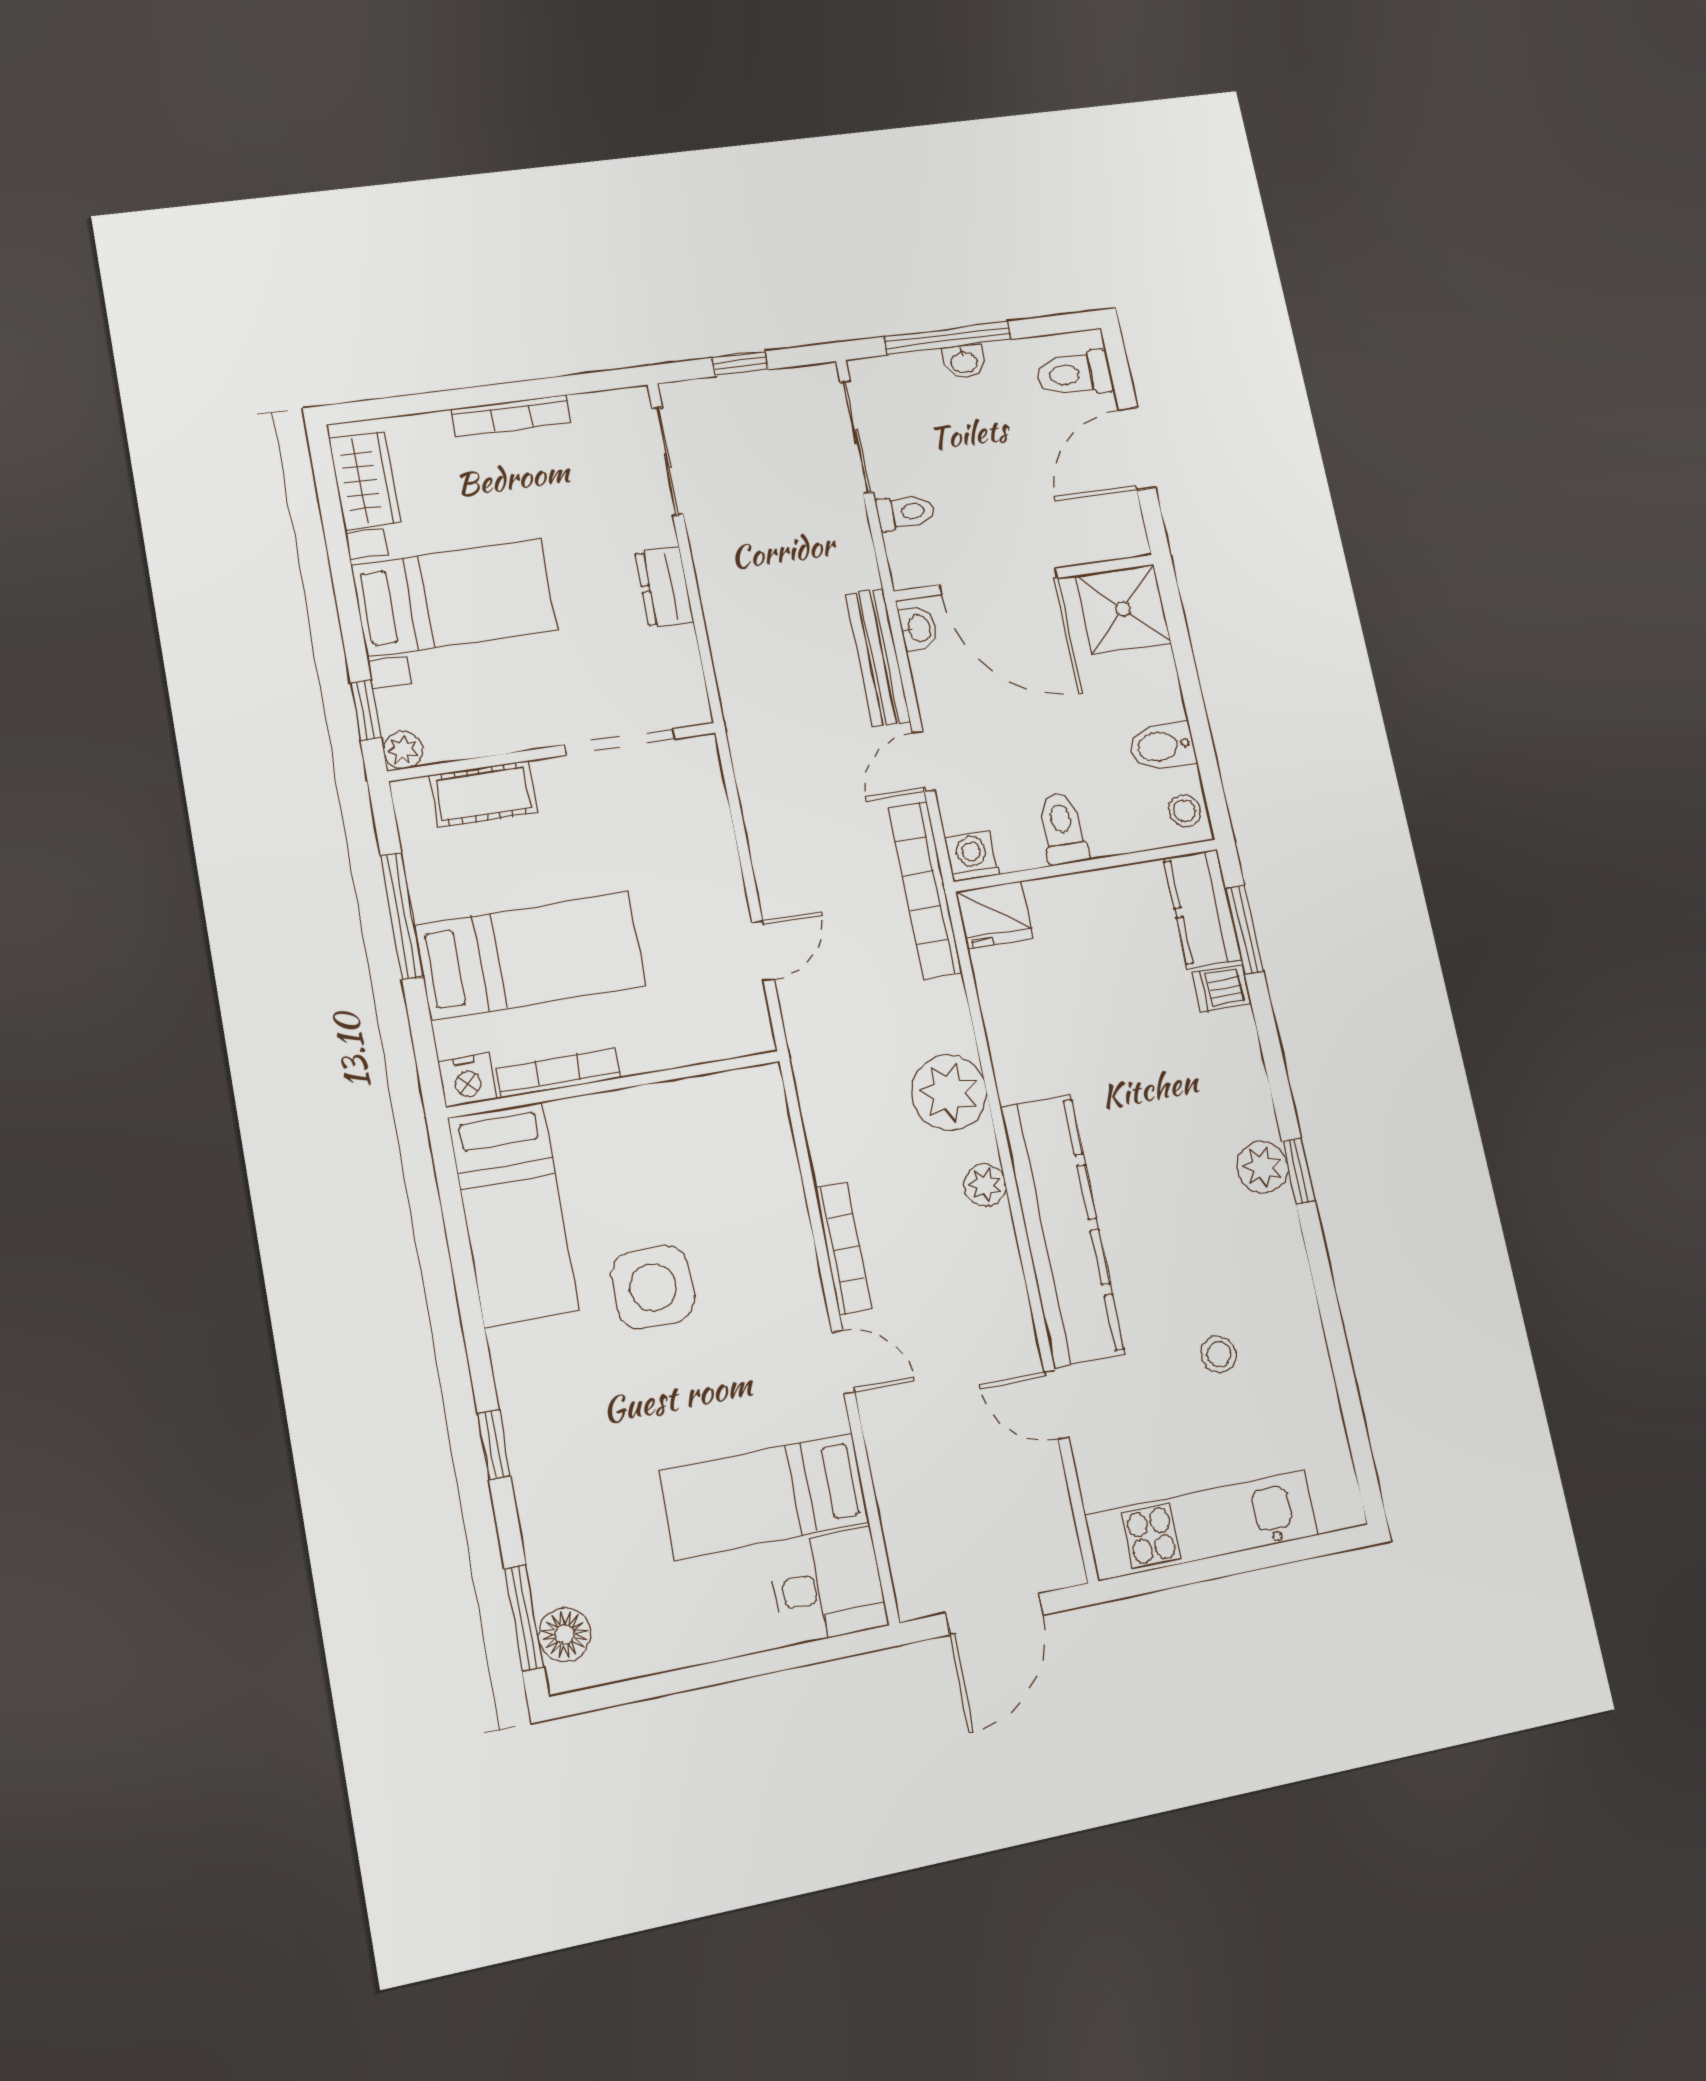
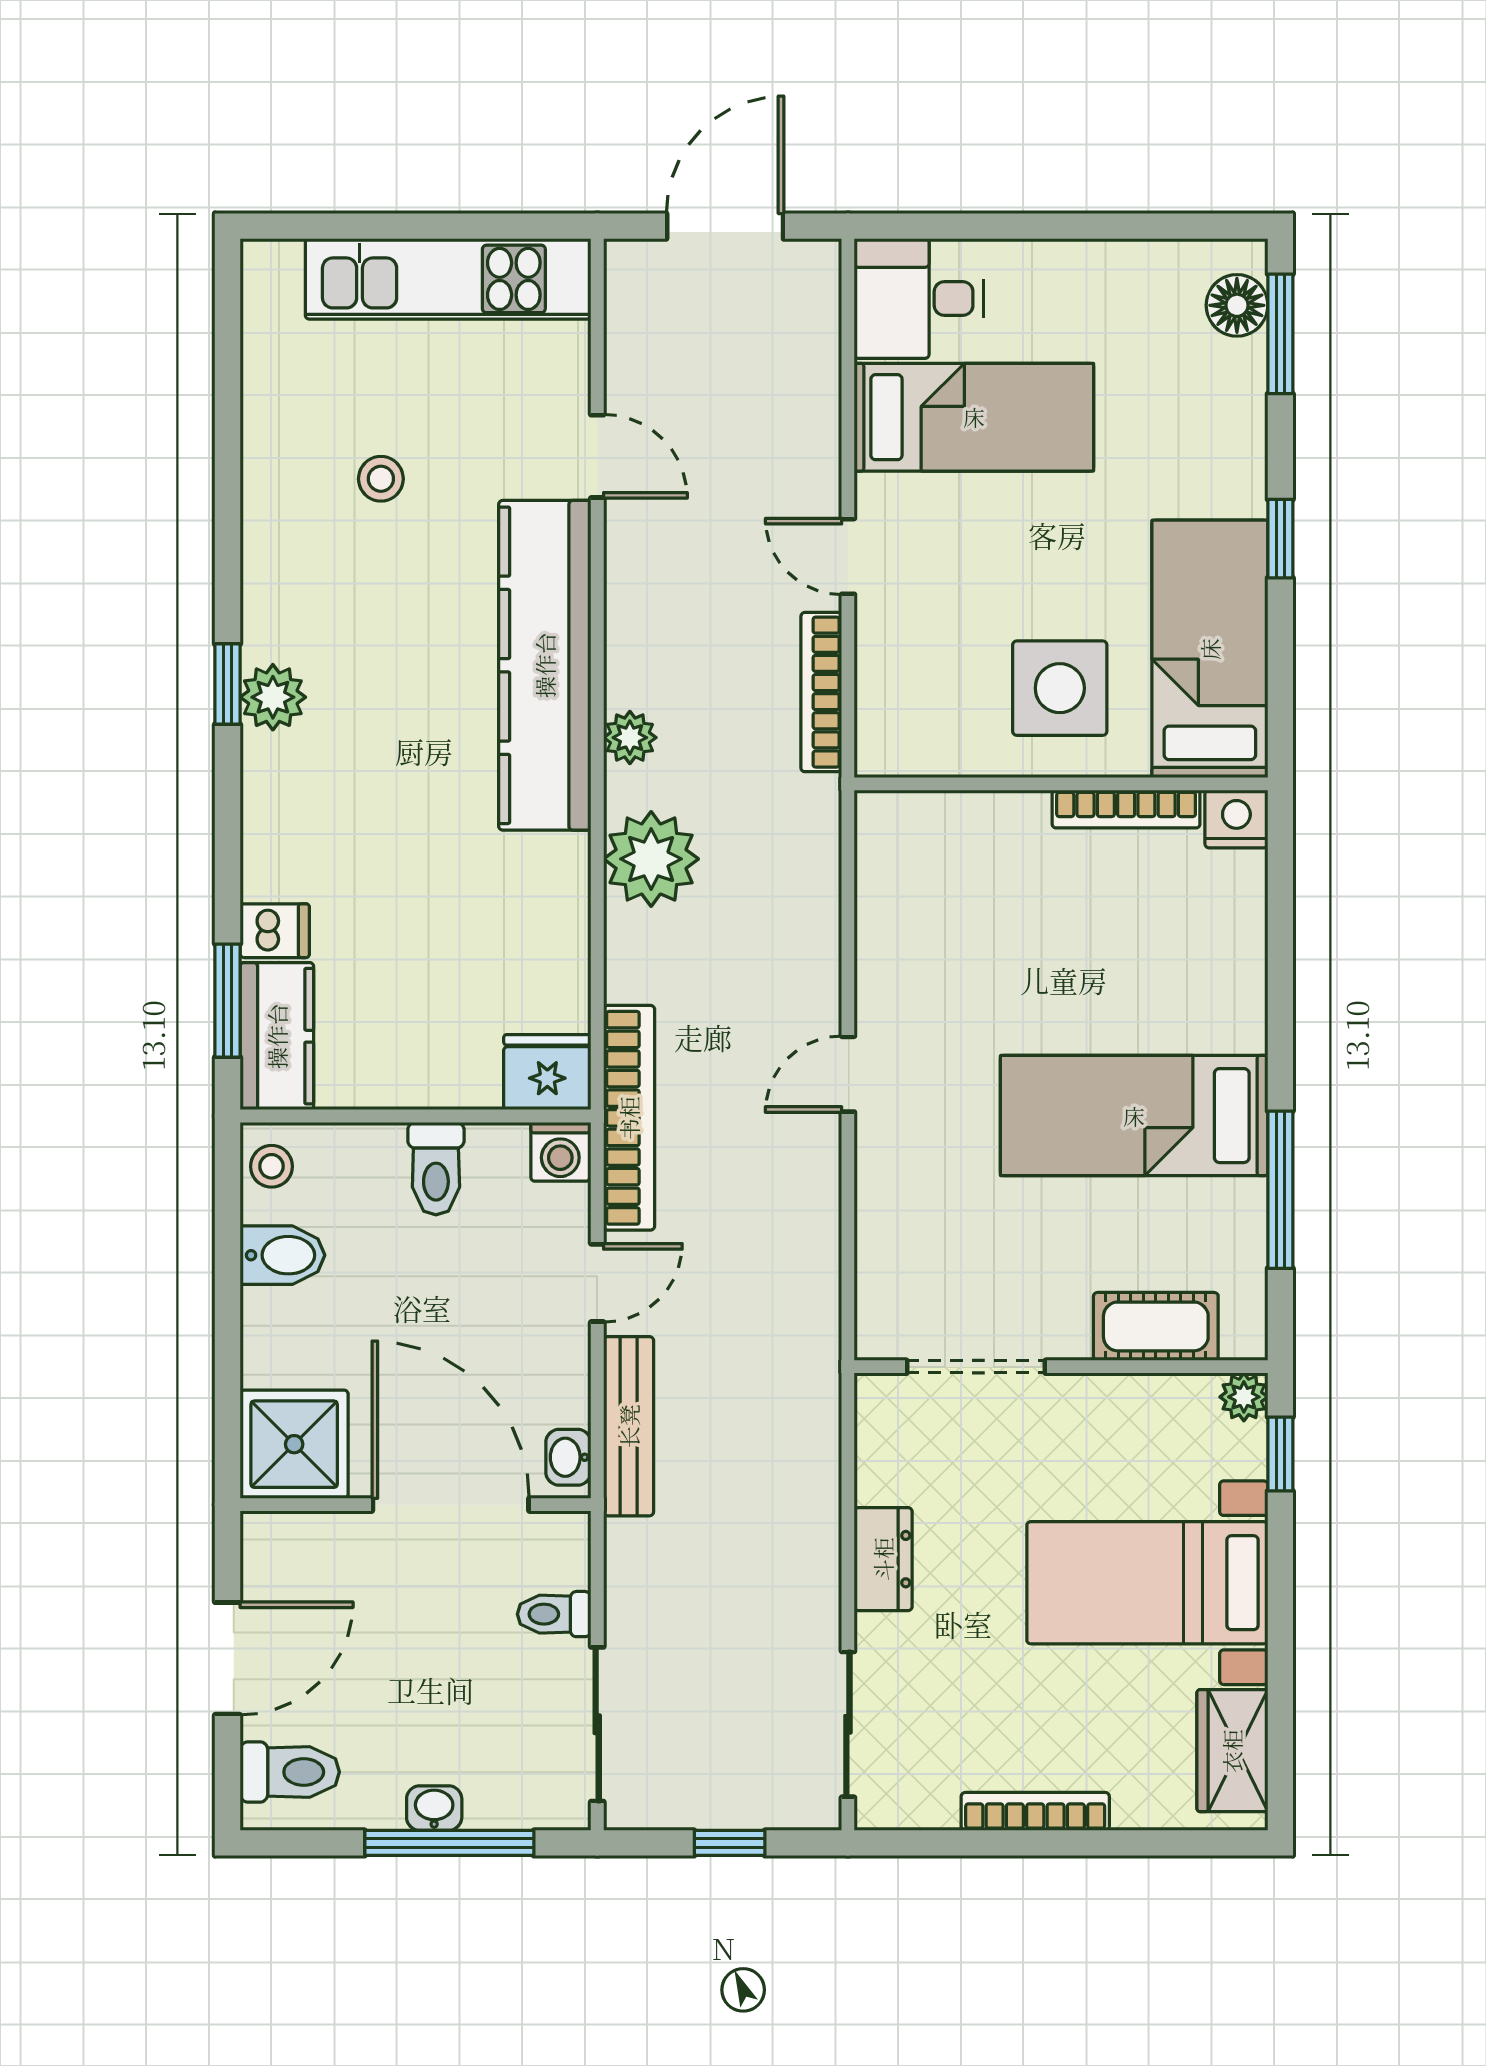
bookcase: (558, 1073) -> (1126, 809), moved
nightstand: (467, 1080) -> (1236, 819), moved
wall: (614, 1084) -> (1061, 784), moved
bed: (513, 1214) -> (1210, 649), moved

